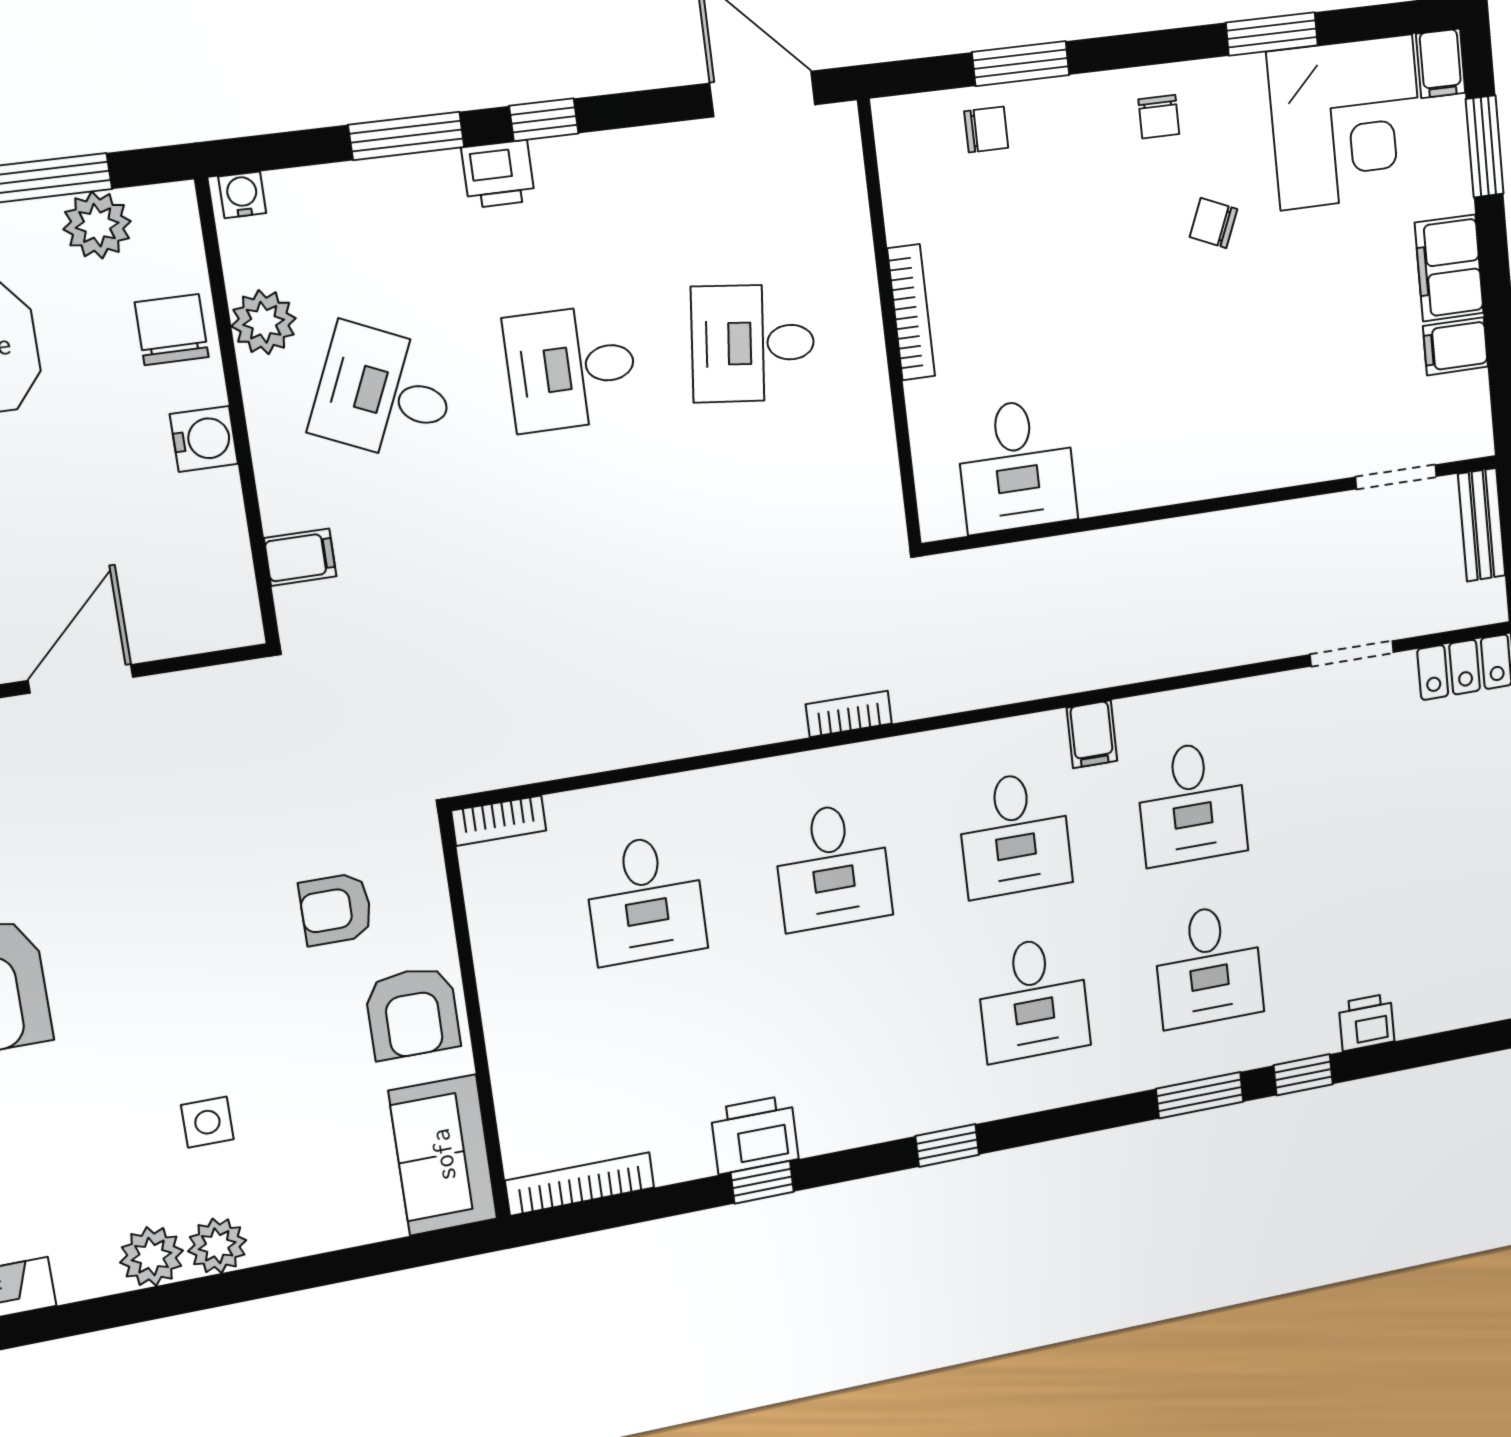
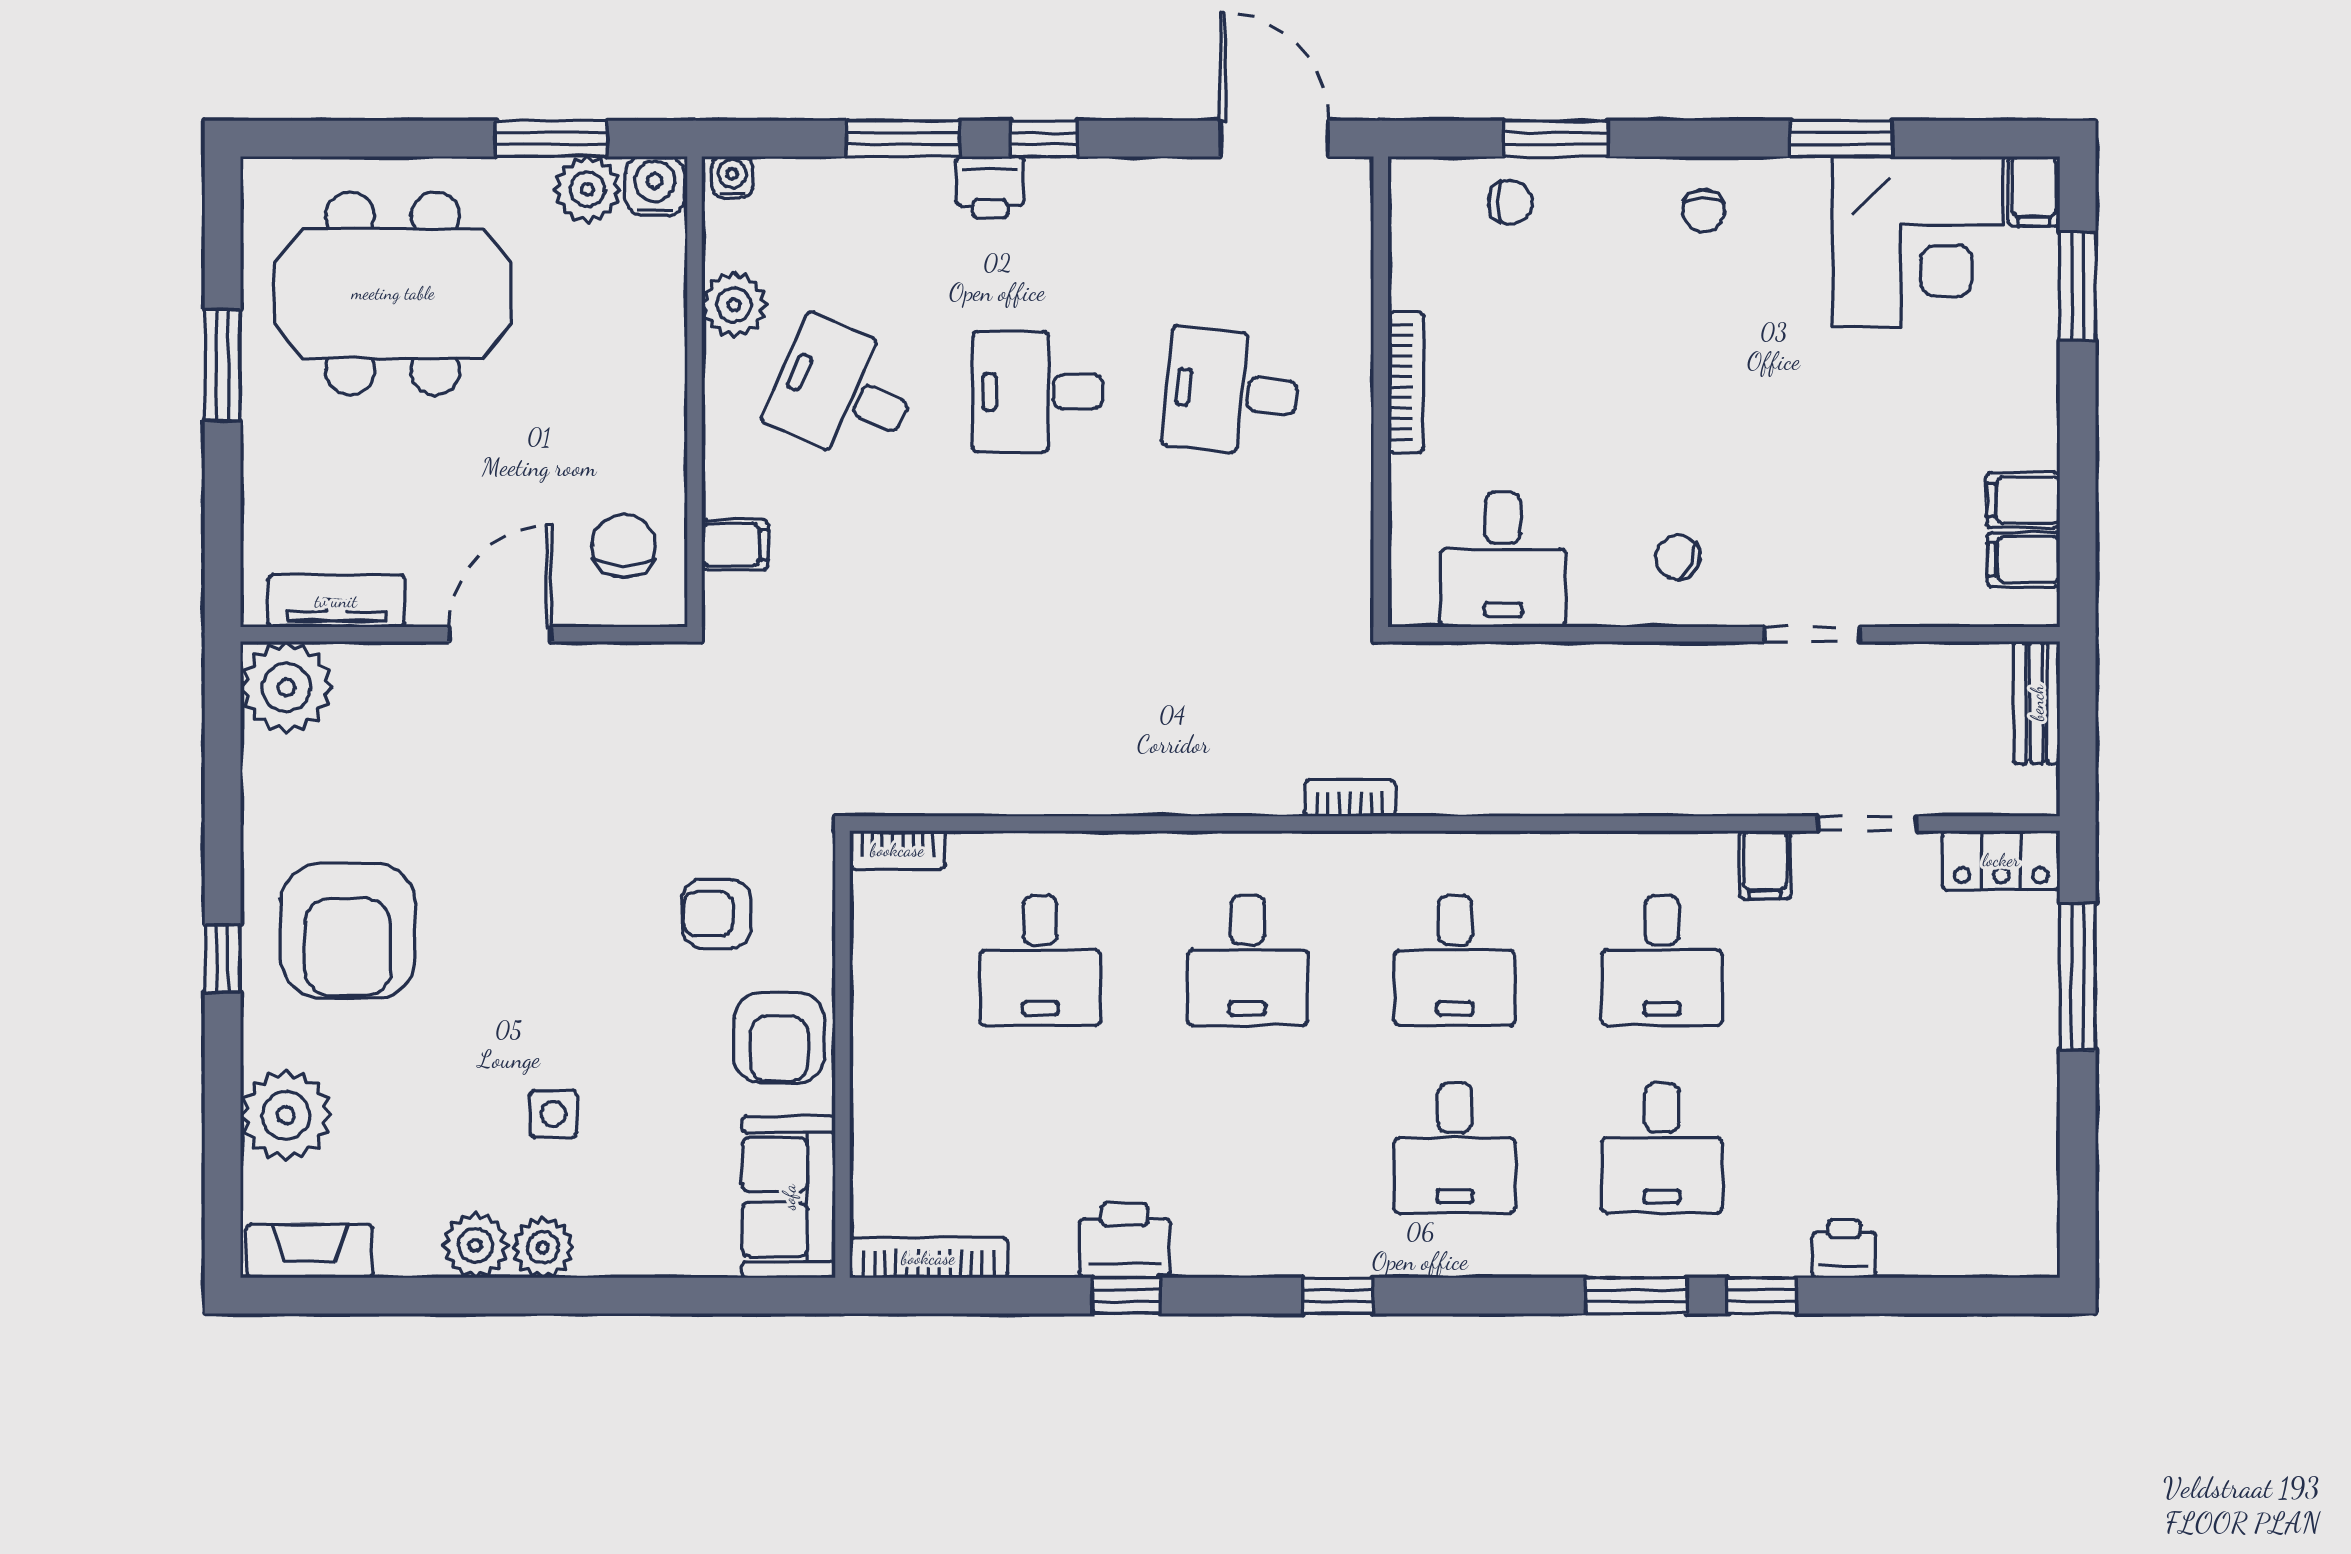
chair: (1214, 223) -> (1678, 557), moved
filing cabinet: (1449, 268) -> (2024, 560), moved, width x0.50
chair: (172, 330) -> (624, 546), moved
water cooler: (204, 439) -> (655, 186), moved, turned -90
doorway: (1396, 477) -> (1812, 634), moved
bookcase: (849, 714) -> (1350, 798), moved
filing cabinet: (1092, 734) -> (1765, 865), moved

